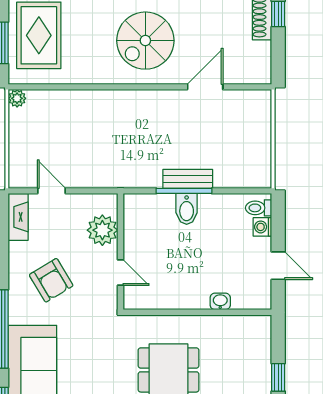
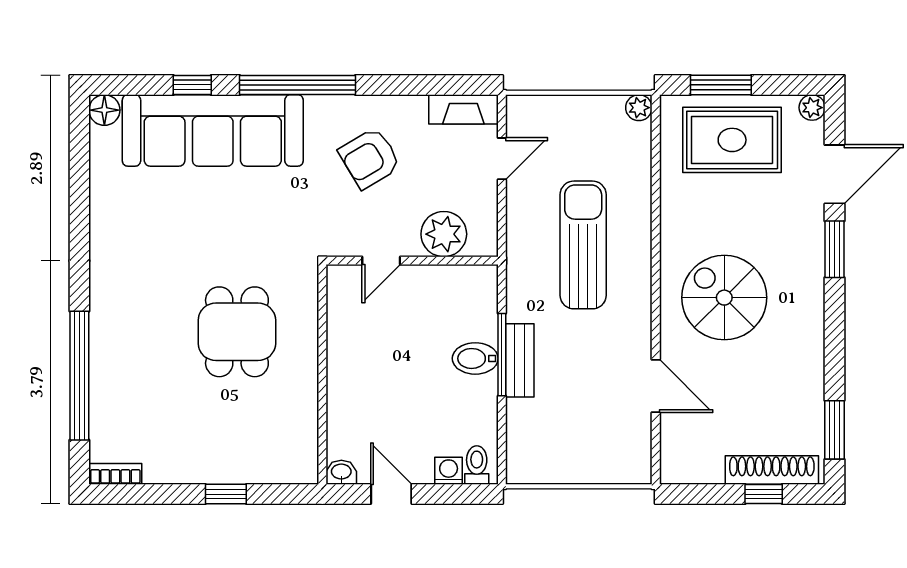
sun lounger: (110, 136) -> (583, 245), added
door: (278, 266) -> (391, 494), swing flipped
washbasin: (220, 301) -> (341, 472), moved, turned -90

